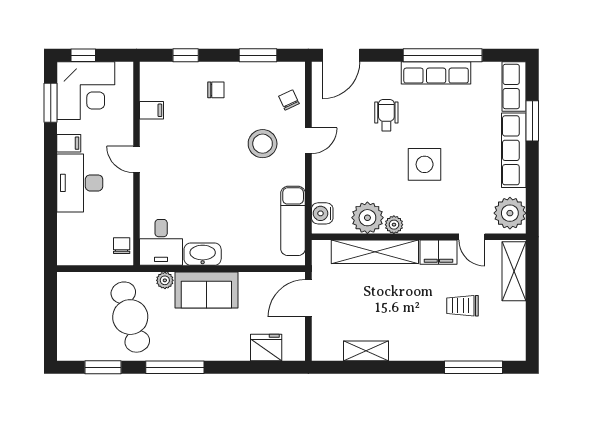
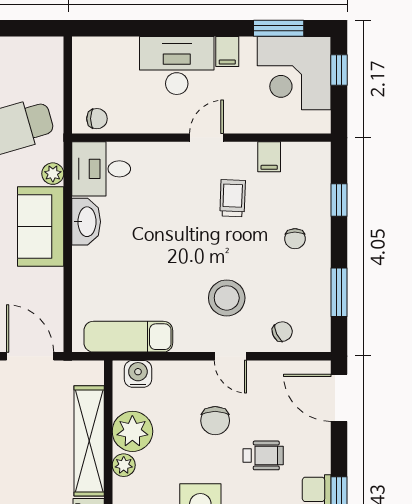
trolley: (184, 139) -> (233, 198), added
chair: (359, 153) -> (215, 421), added

